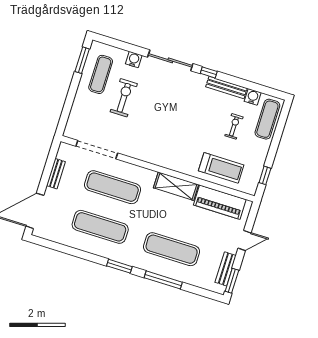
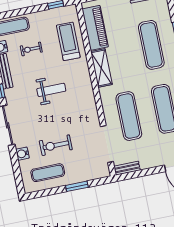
window: (82, 60) -> (77, 186), moved
weight bench: (182, 124) -> (51, 90), added
bench: (56, 174) -> (127, 168), moved

